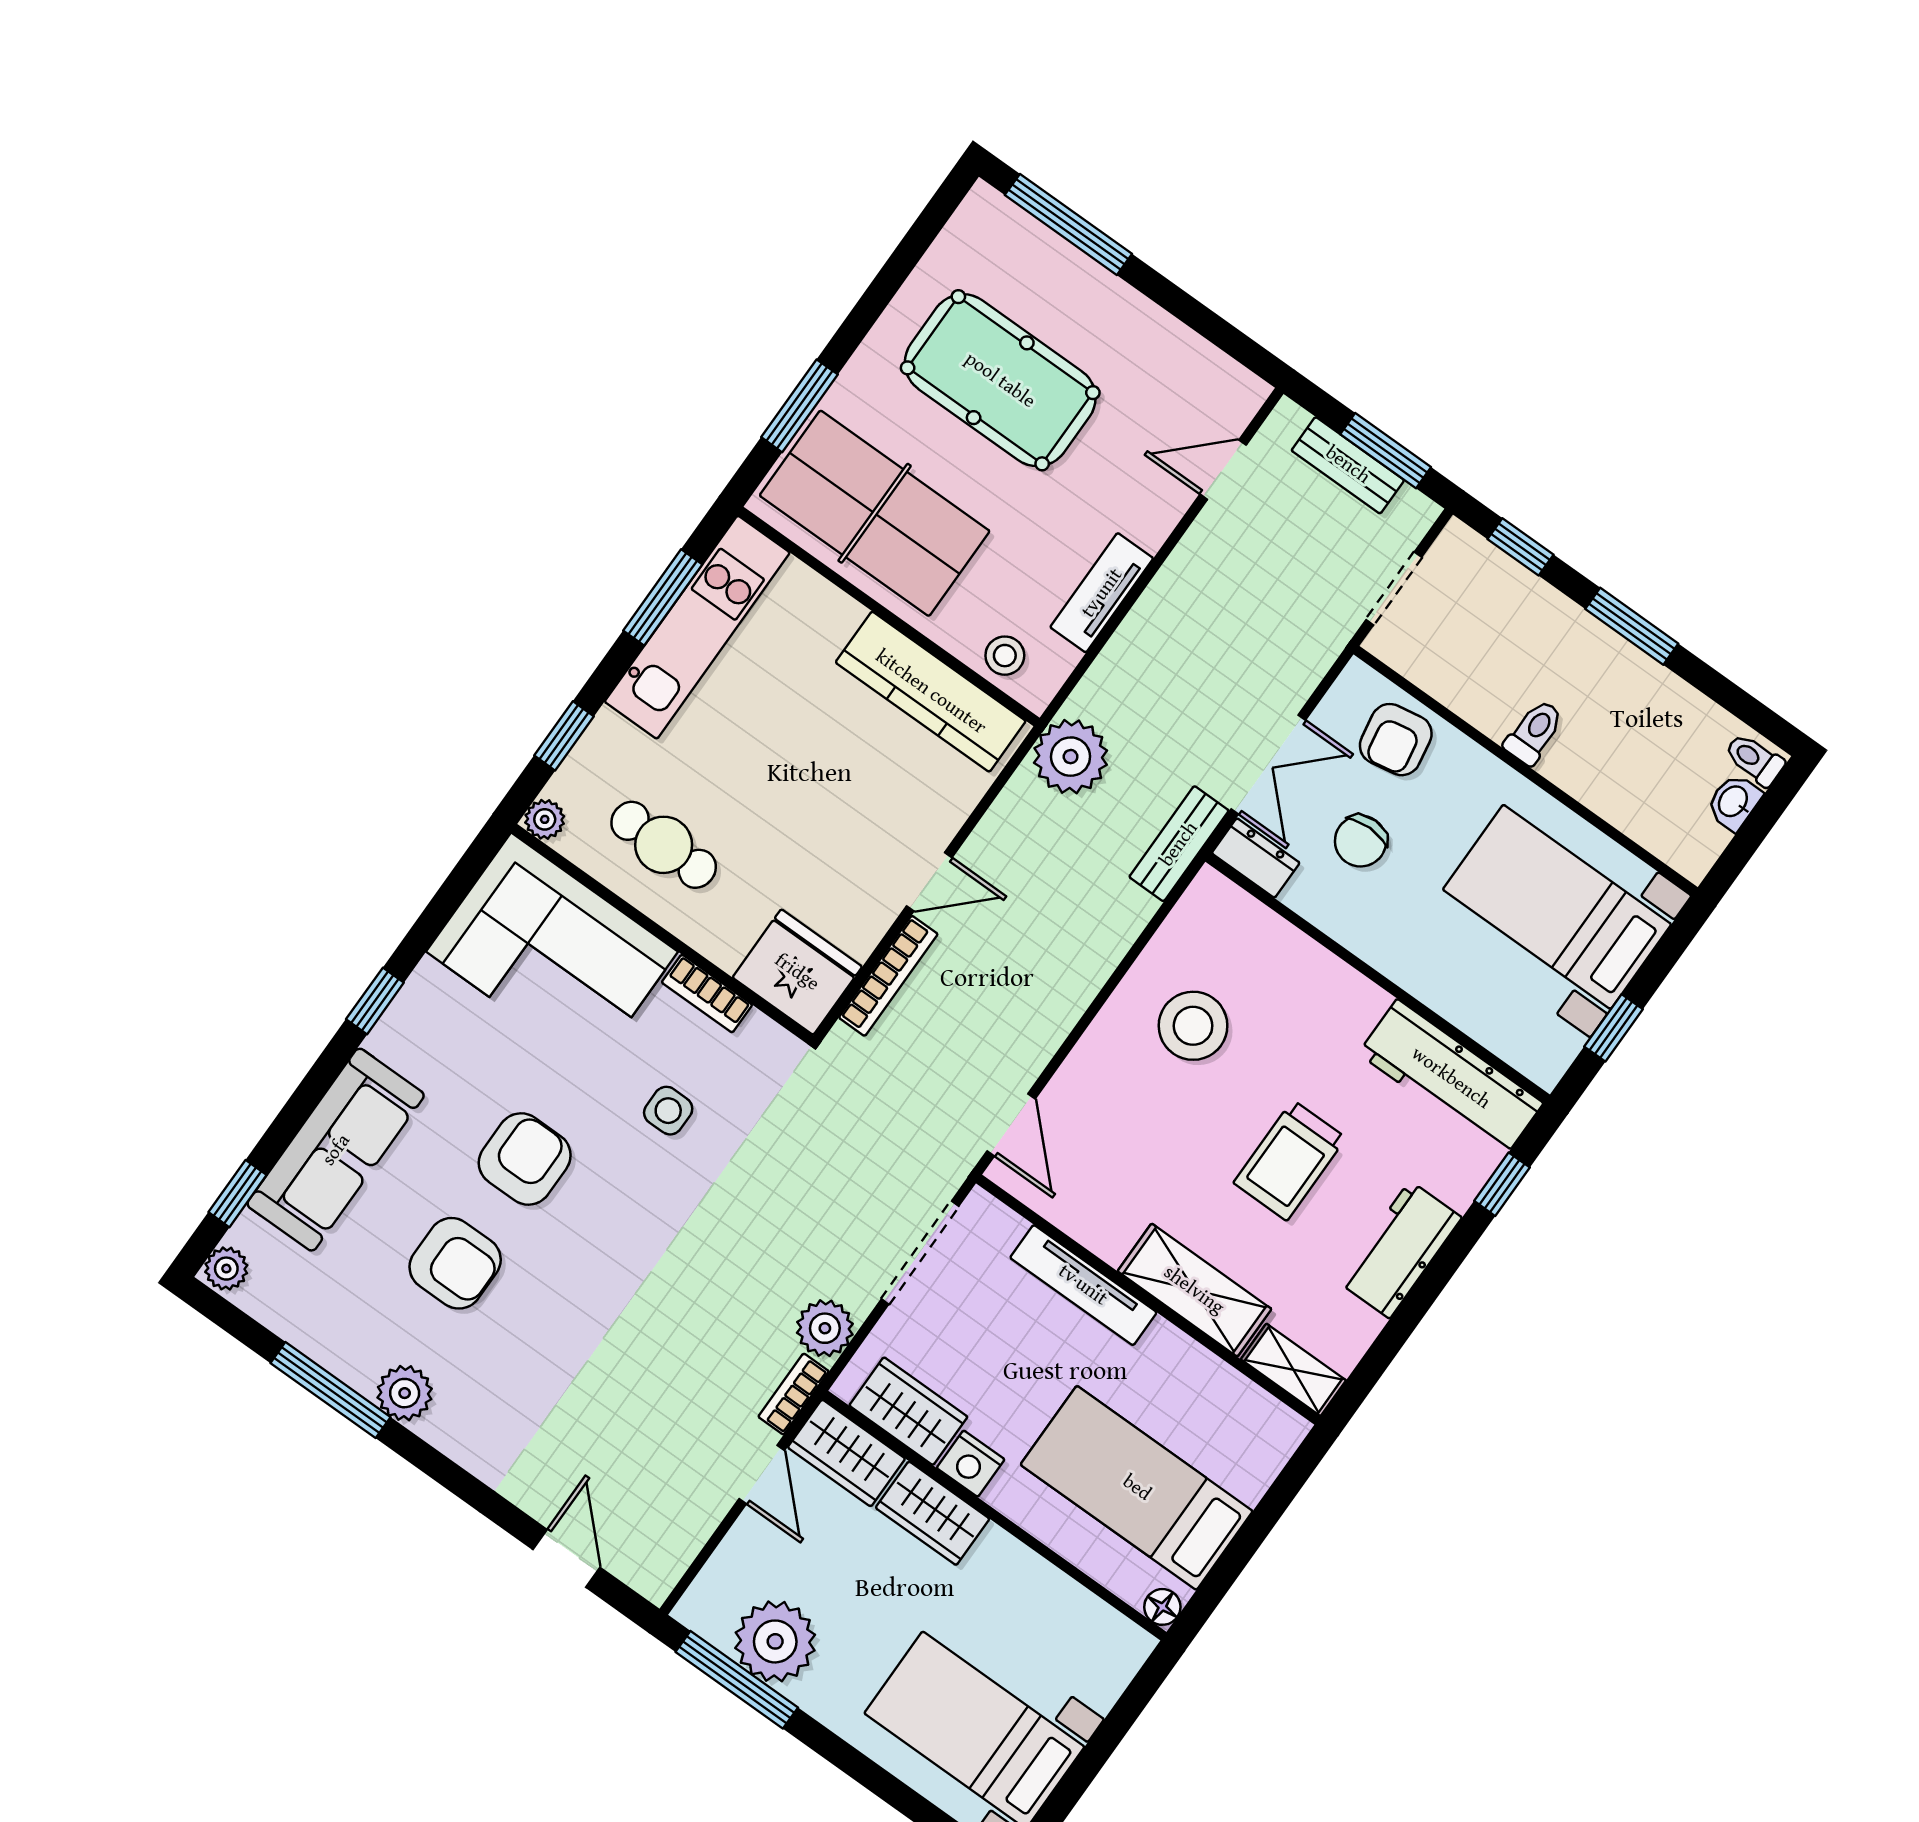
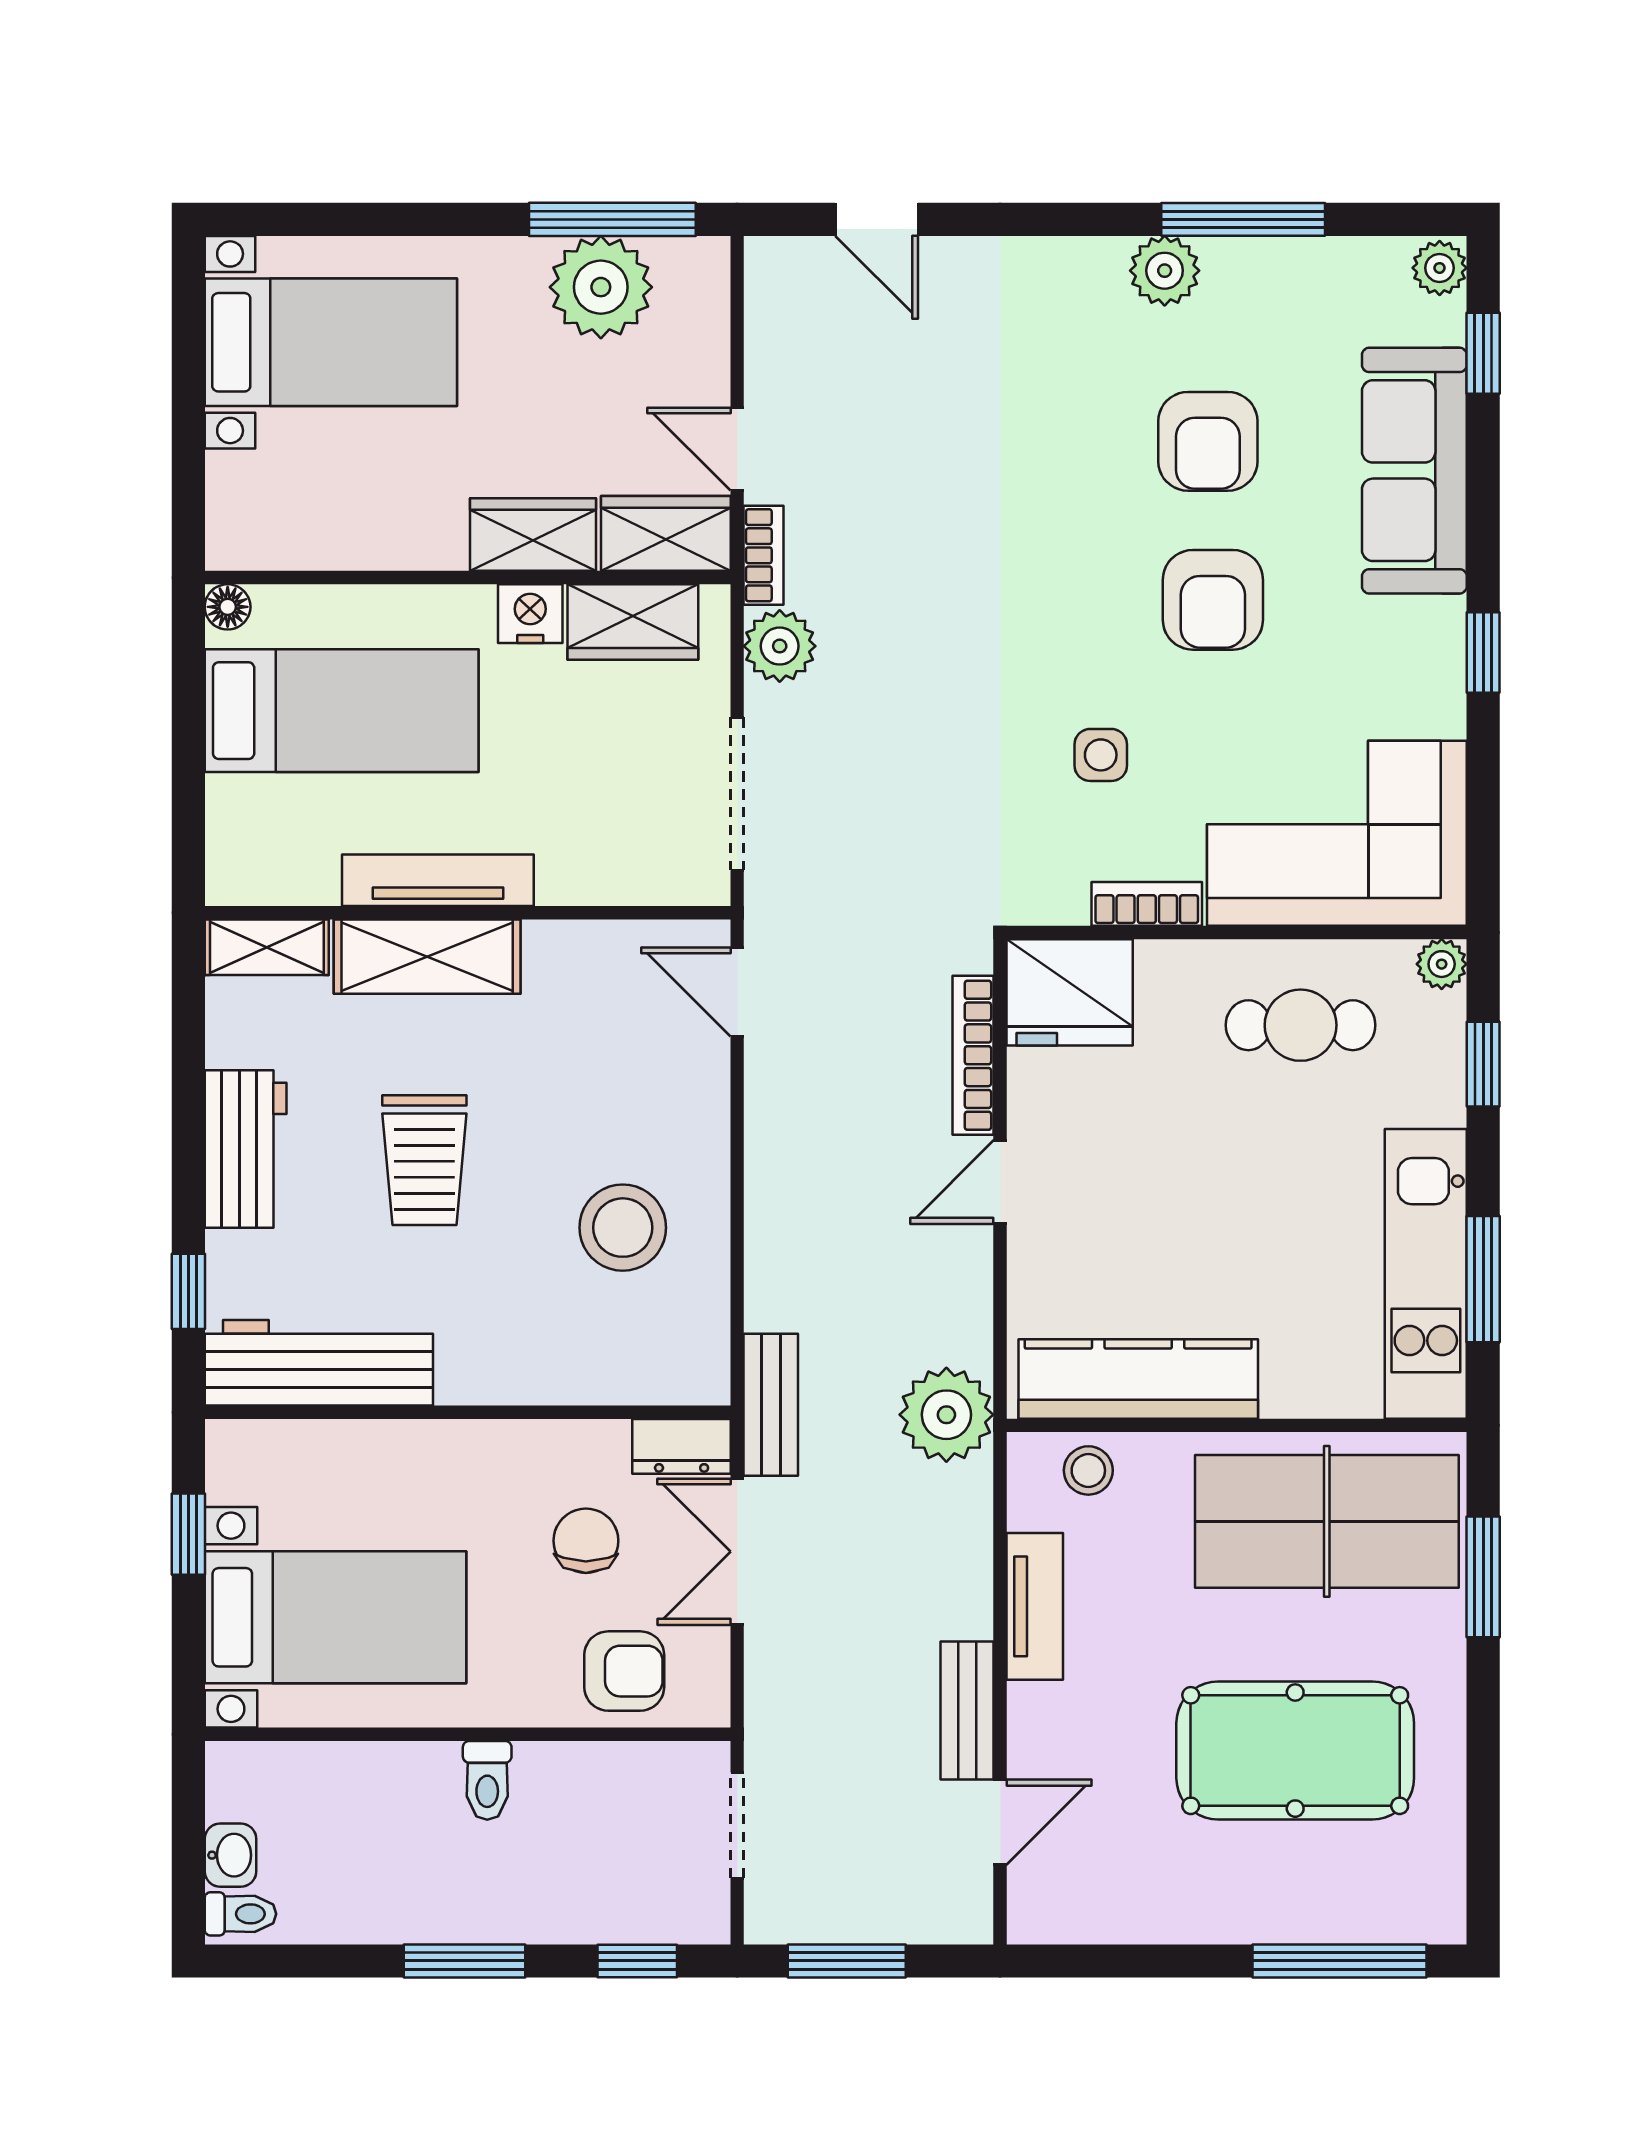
bench: (1348, 465) -> (967, 1710), moved, turned 90
armchair: (1396, 740) -> (624, 1671), turned 100
trolley: (1290, 1160) -> (424, 1160), turned 180
armchair: (455, 1263) -> (1208, 441), turned -90
tv unit: (1083, 1285) -> (438, 880), moved

